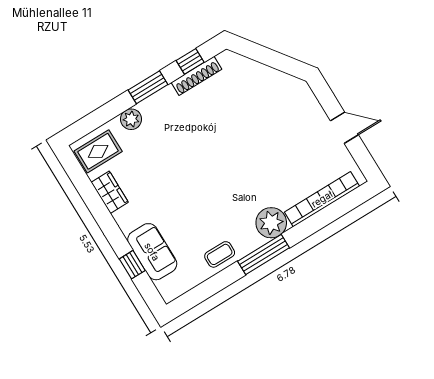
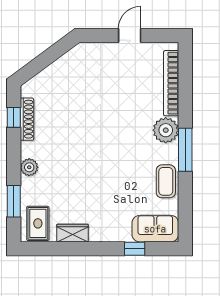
window: (148, 87) -> (14, 201), moved
plant: (131, 119) -> (29, 167), moved
sofa: (152, 252) -> (155, 229), moved
coffee table: (220, 254) -> (166, 181), width x1.36, depth x1.30

